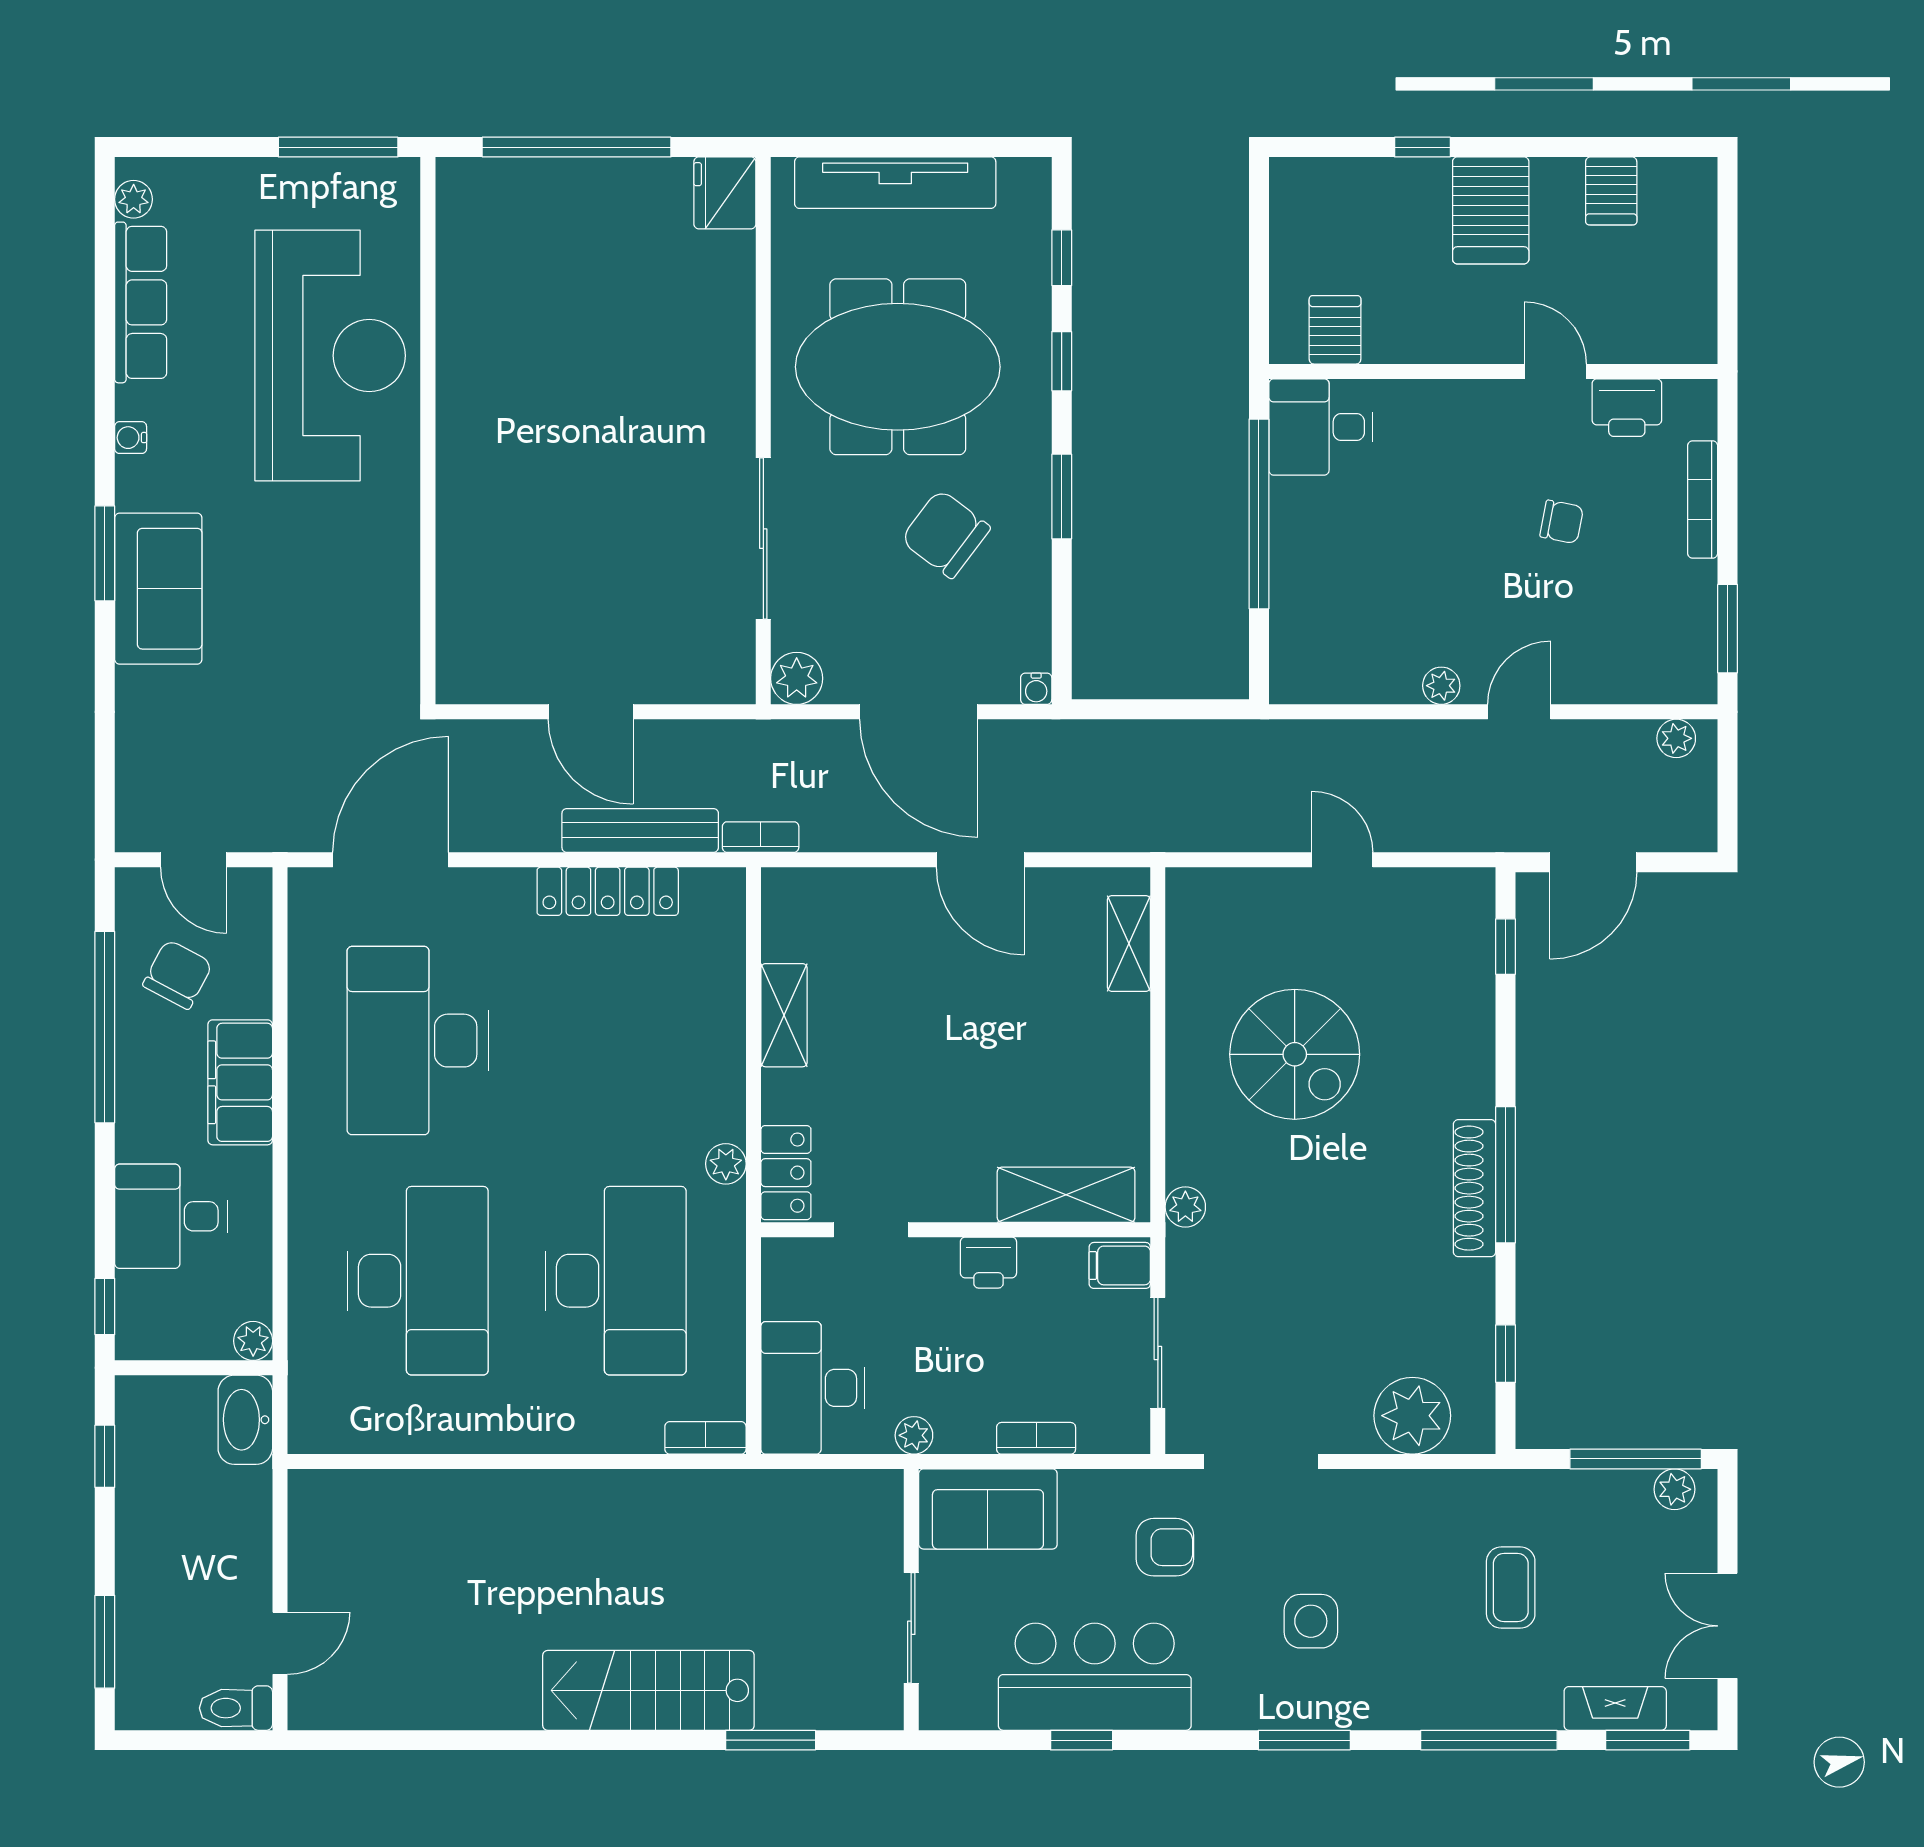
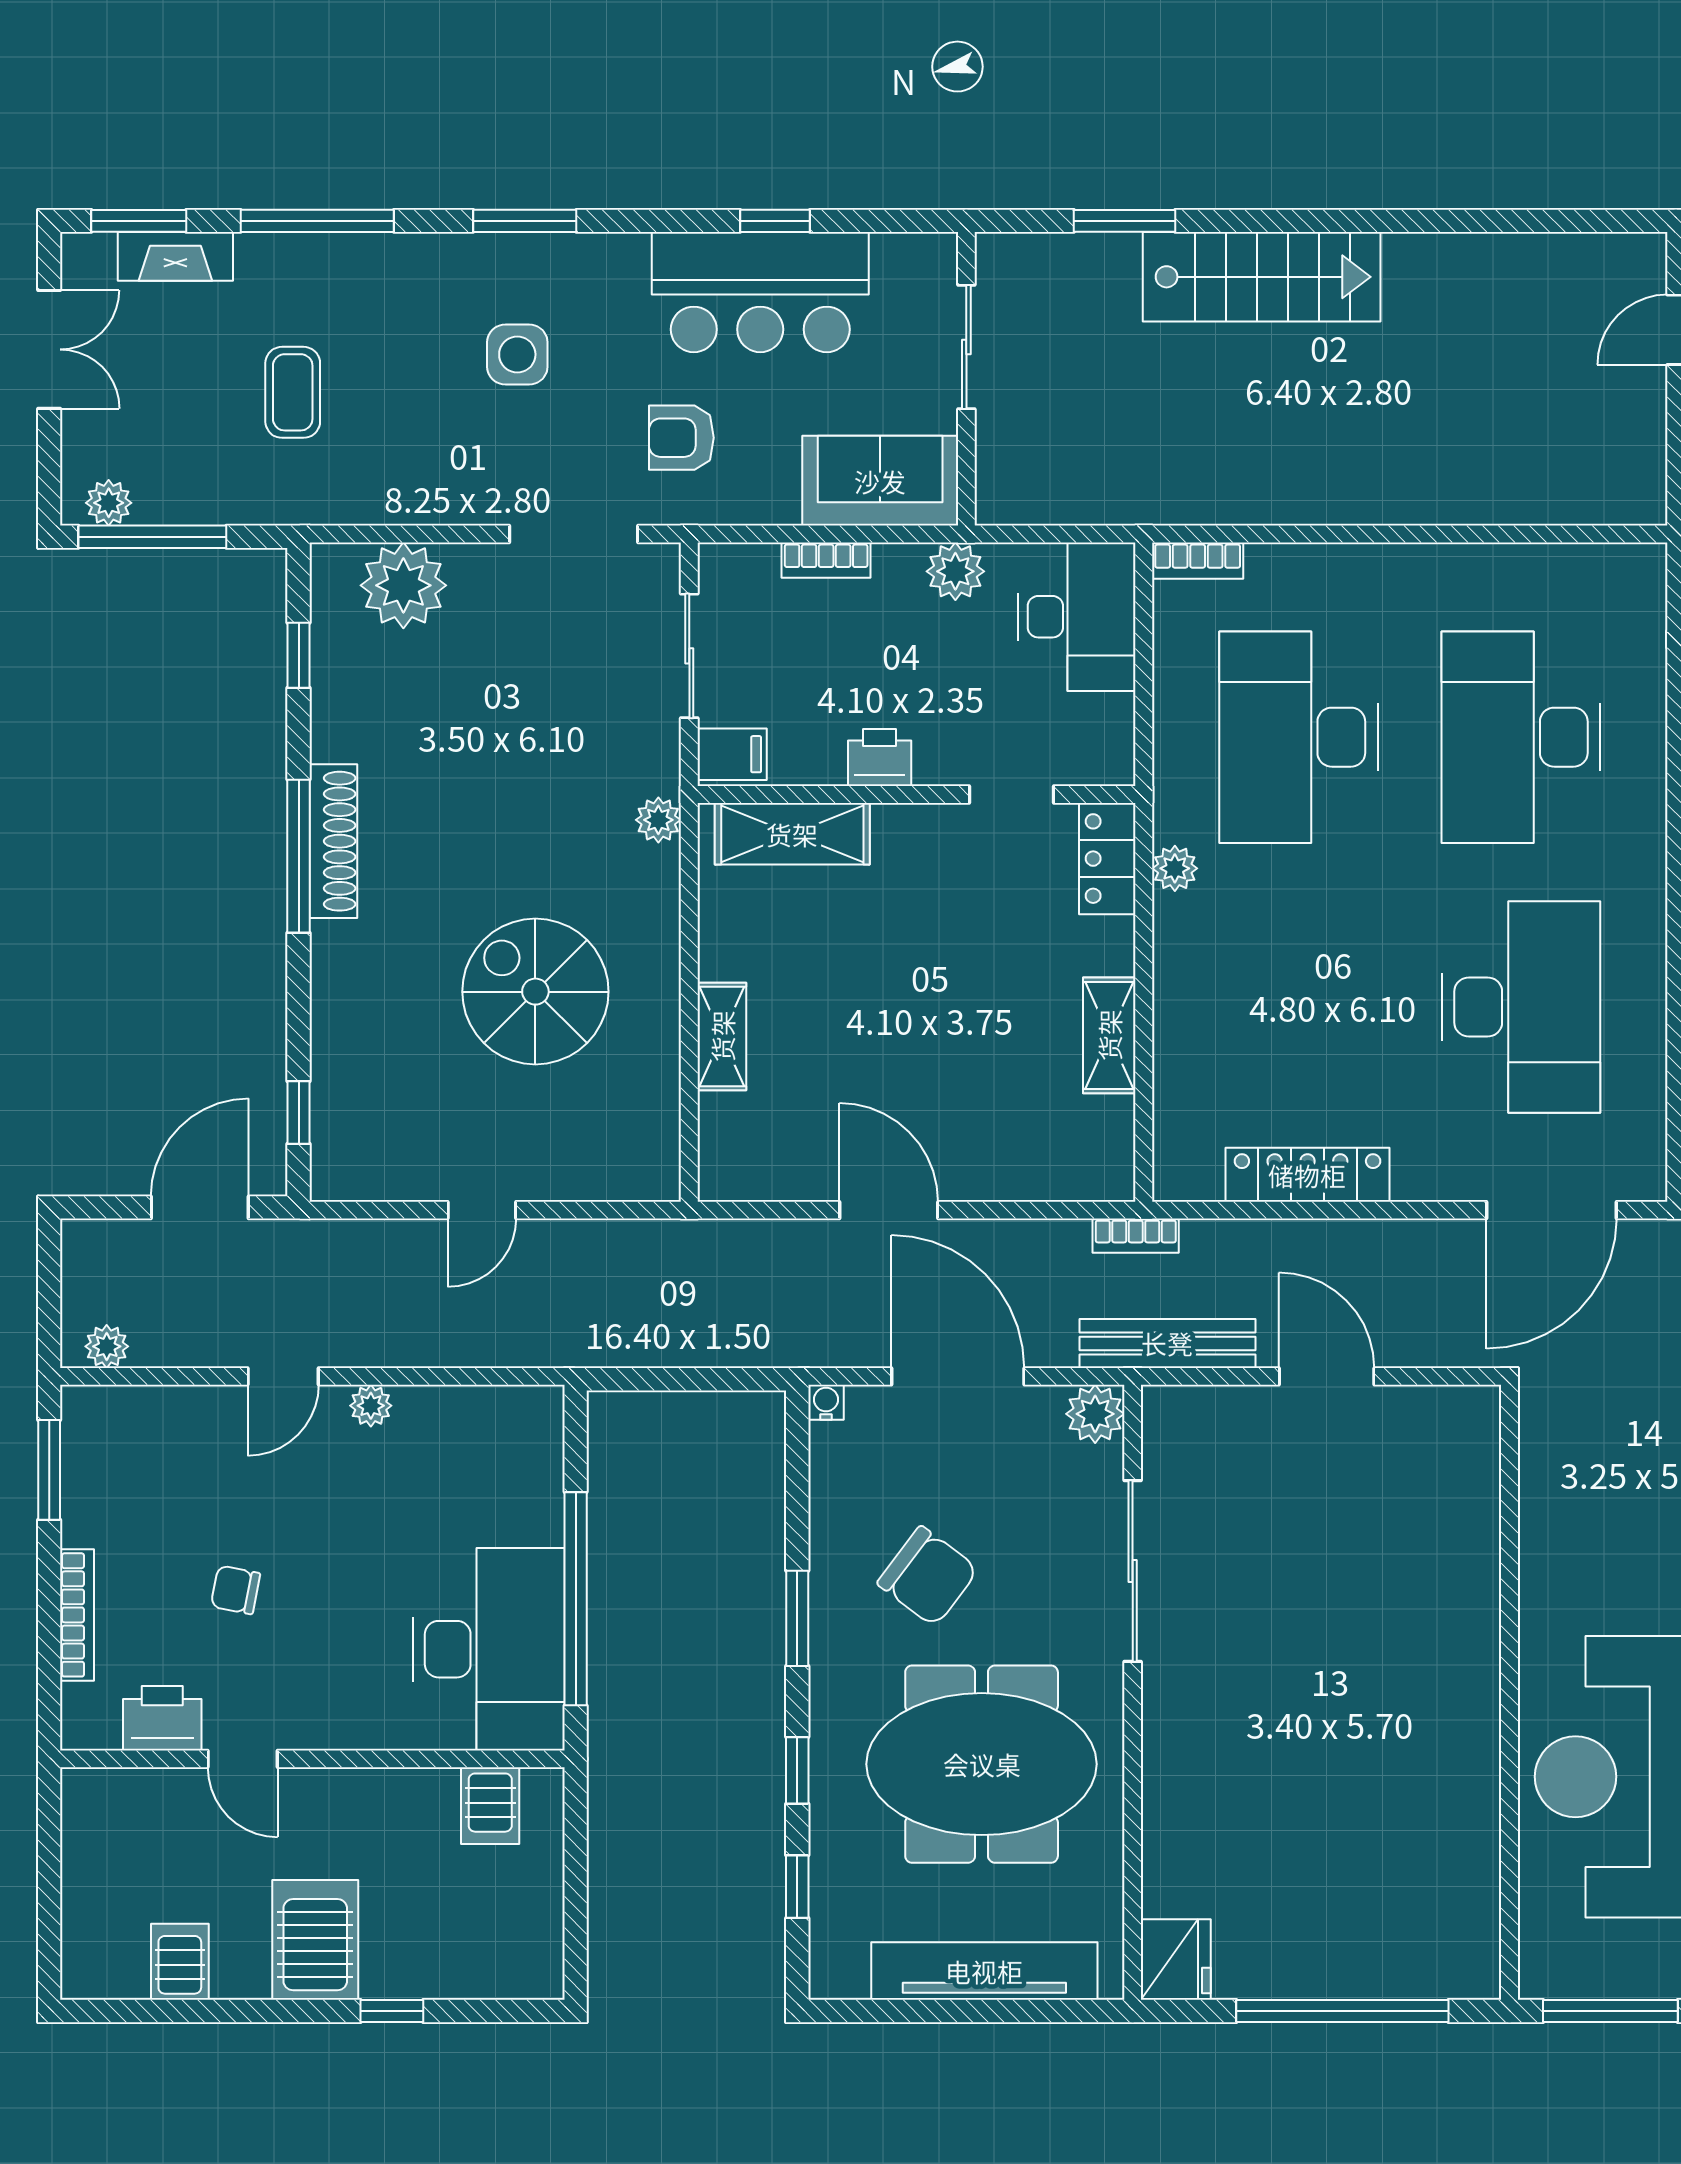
desk: (1321, 427) -> (489, 1649), width x1.87, depth x1.30
bench: (640, 830) -> (1167, 1343), moved
door: (1342, 860) -> (482, 1210), hinge flipped
shelving: (1129, 943) -> (722, 1036), moved
plant: (914, 1435) -> (955, 571), width x1.38, depth x1.38

